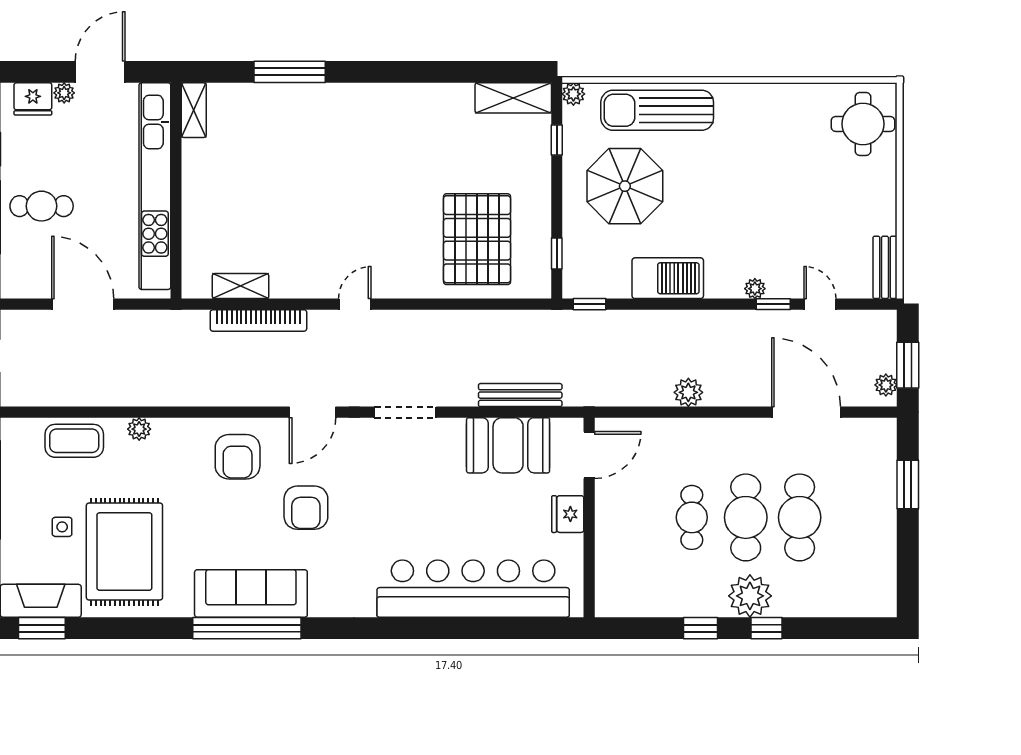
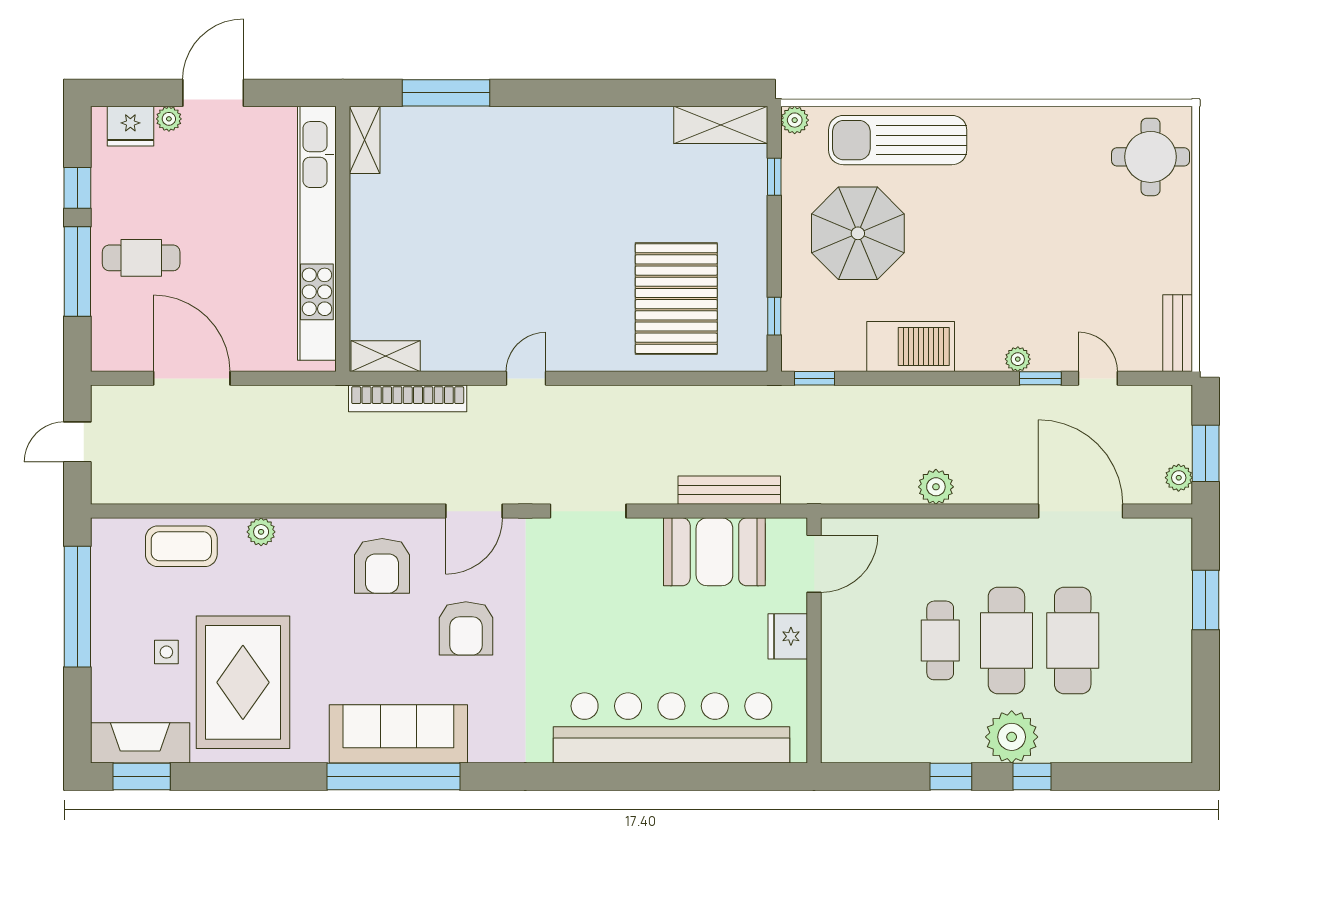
shelving: (194, 110) -> (365, 140), moved
kitchen unit: (155, 186) -> (317, 233), moved
wall: (176, 191) -> (343, 239), moved

